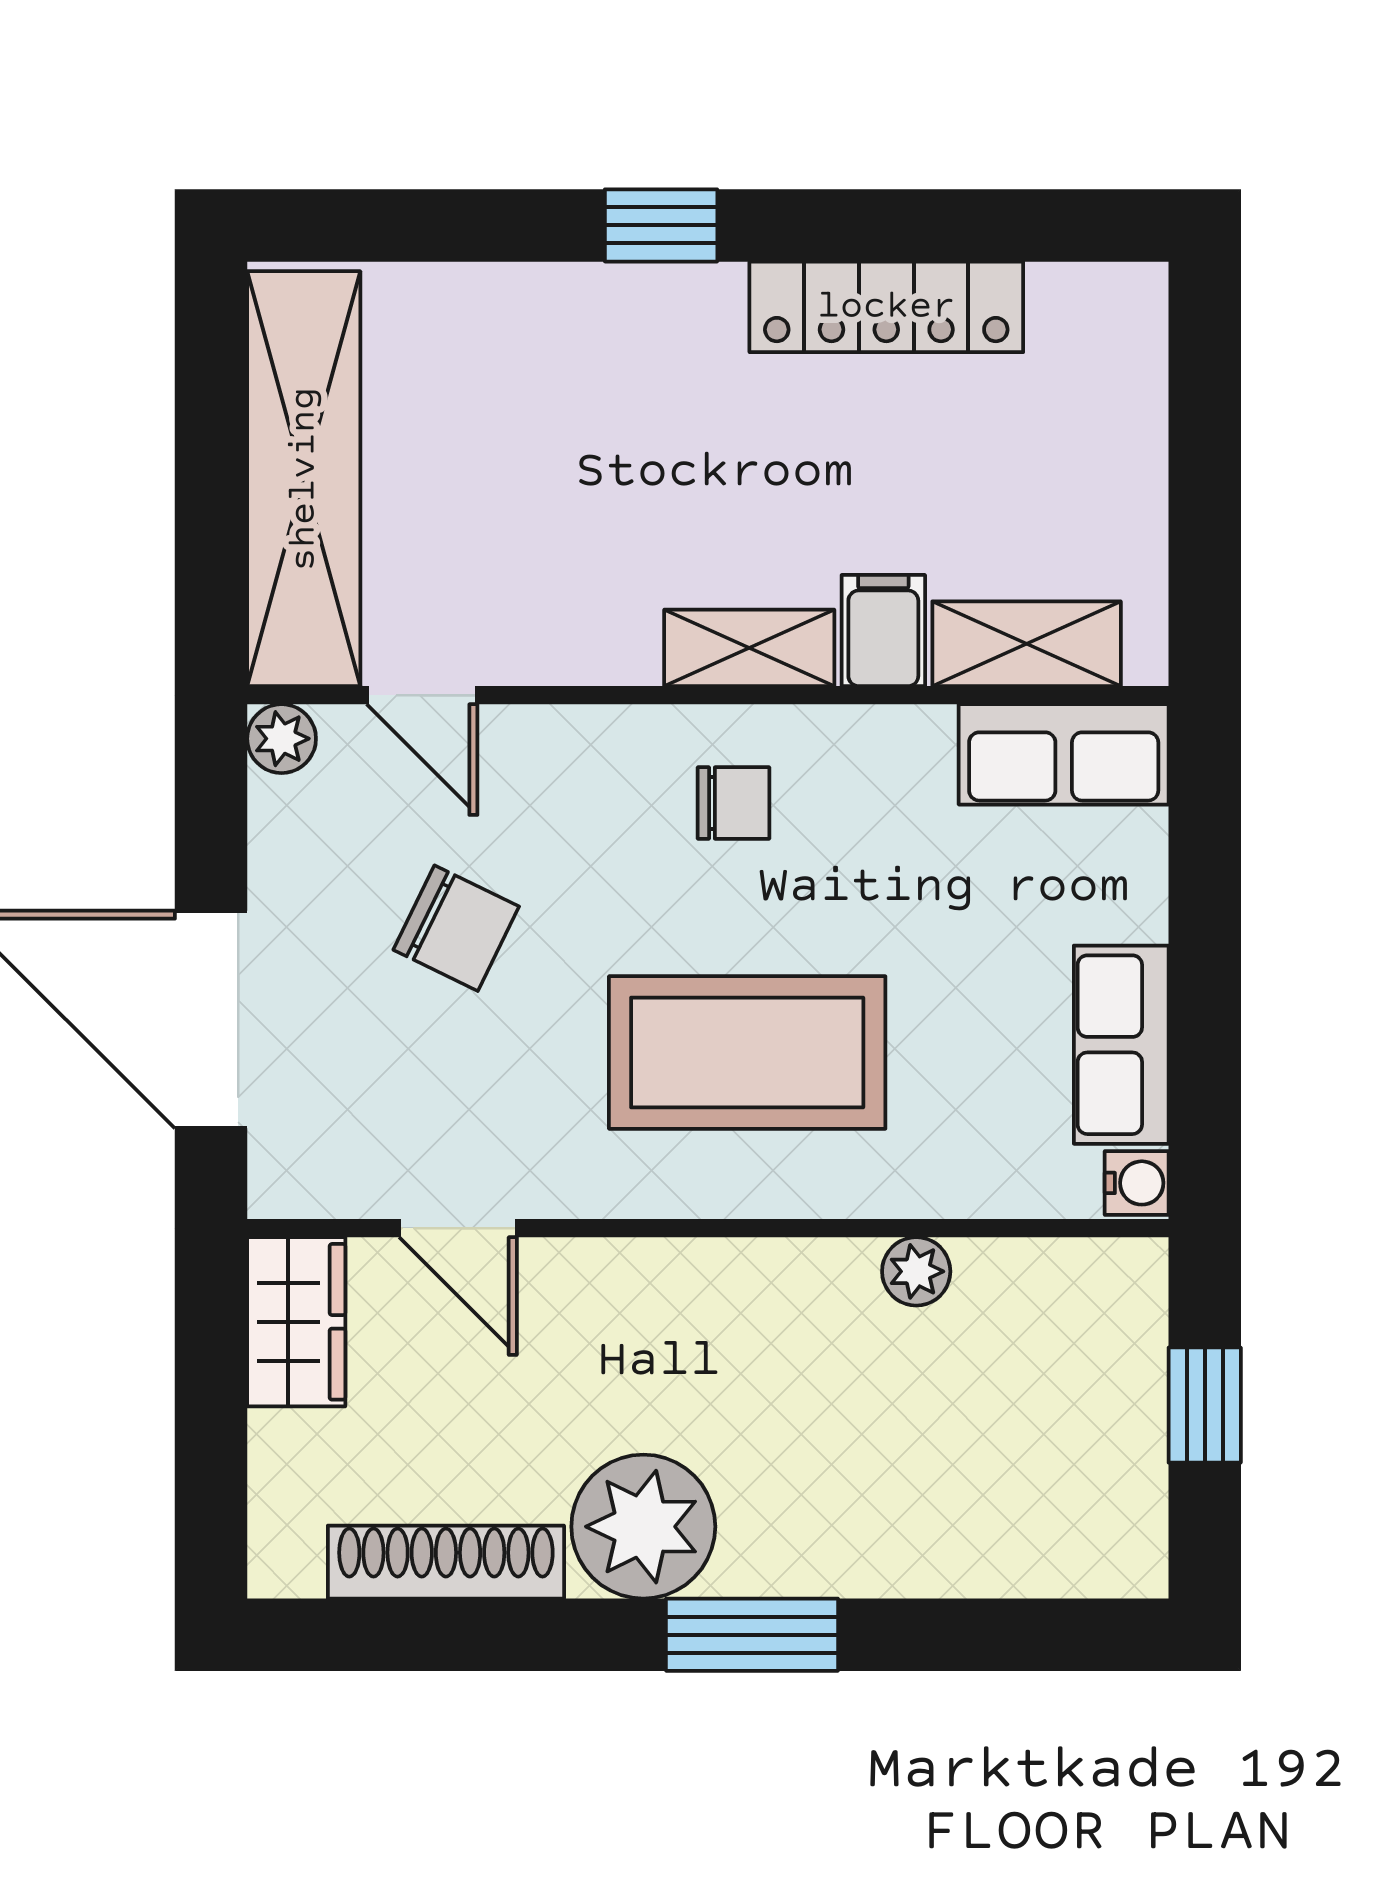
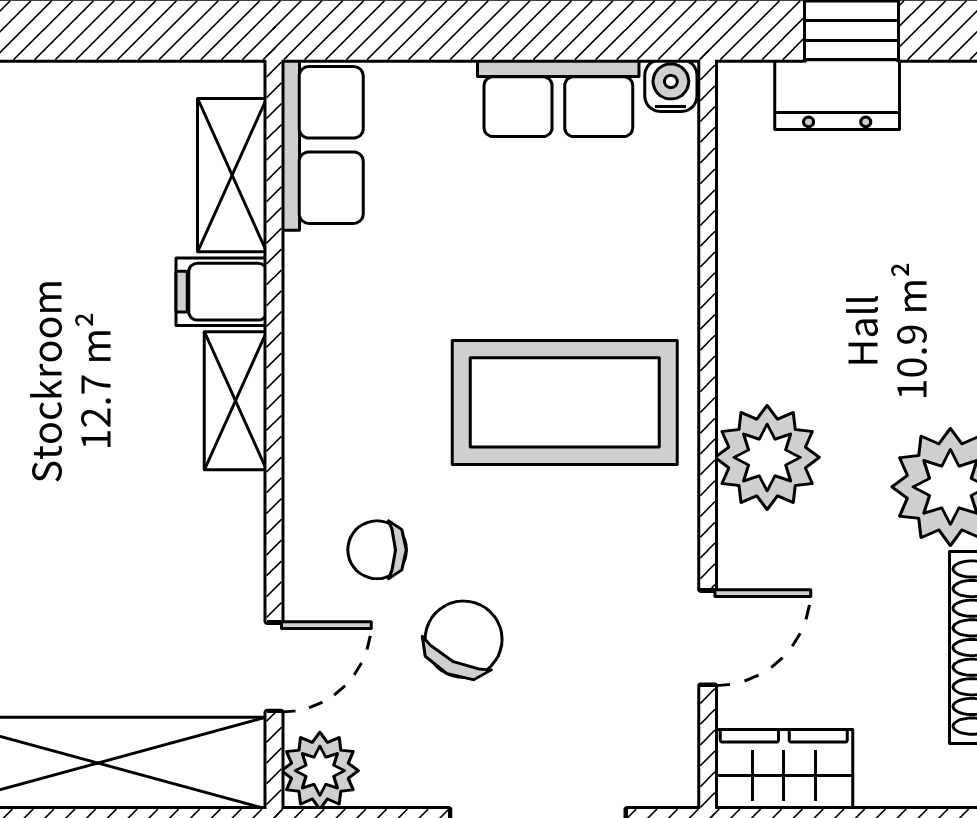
plant: (282, 739) -> (320, 771), width x1.38, depth x1.38
chair: (733, 803) -> (377, 550), moved, turned -90
coffee table: (747, 1052) -> (565, 402), turned 90
plant: (916, 1271) -> (767, 457), moved, width x1.88, depth x1.88
dresser: (1126, 1387) -> (837, 95), added

